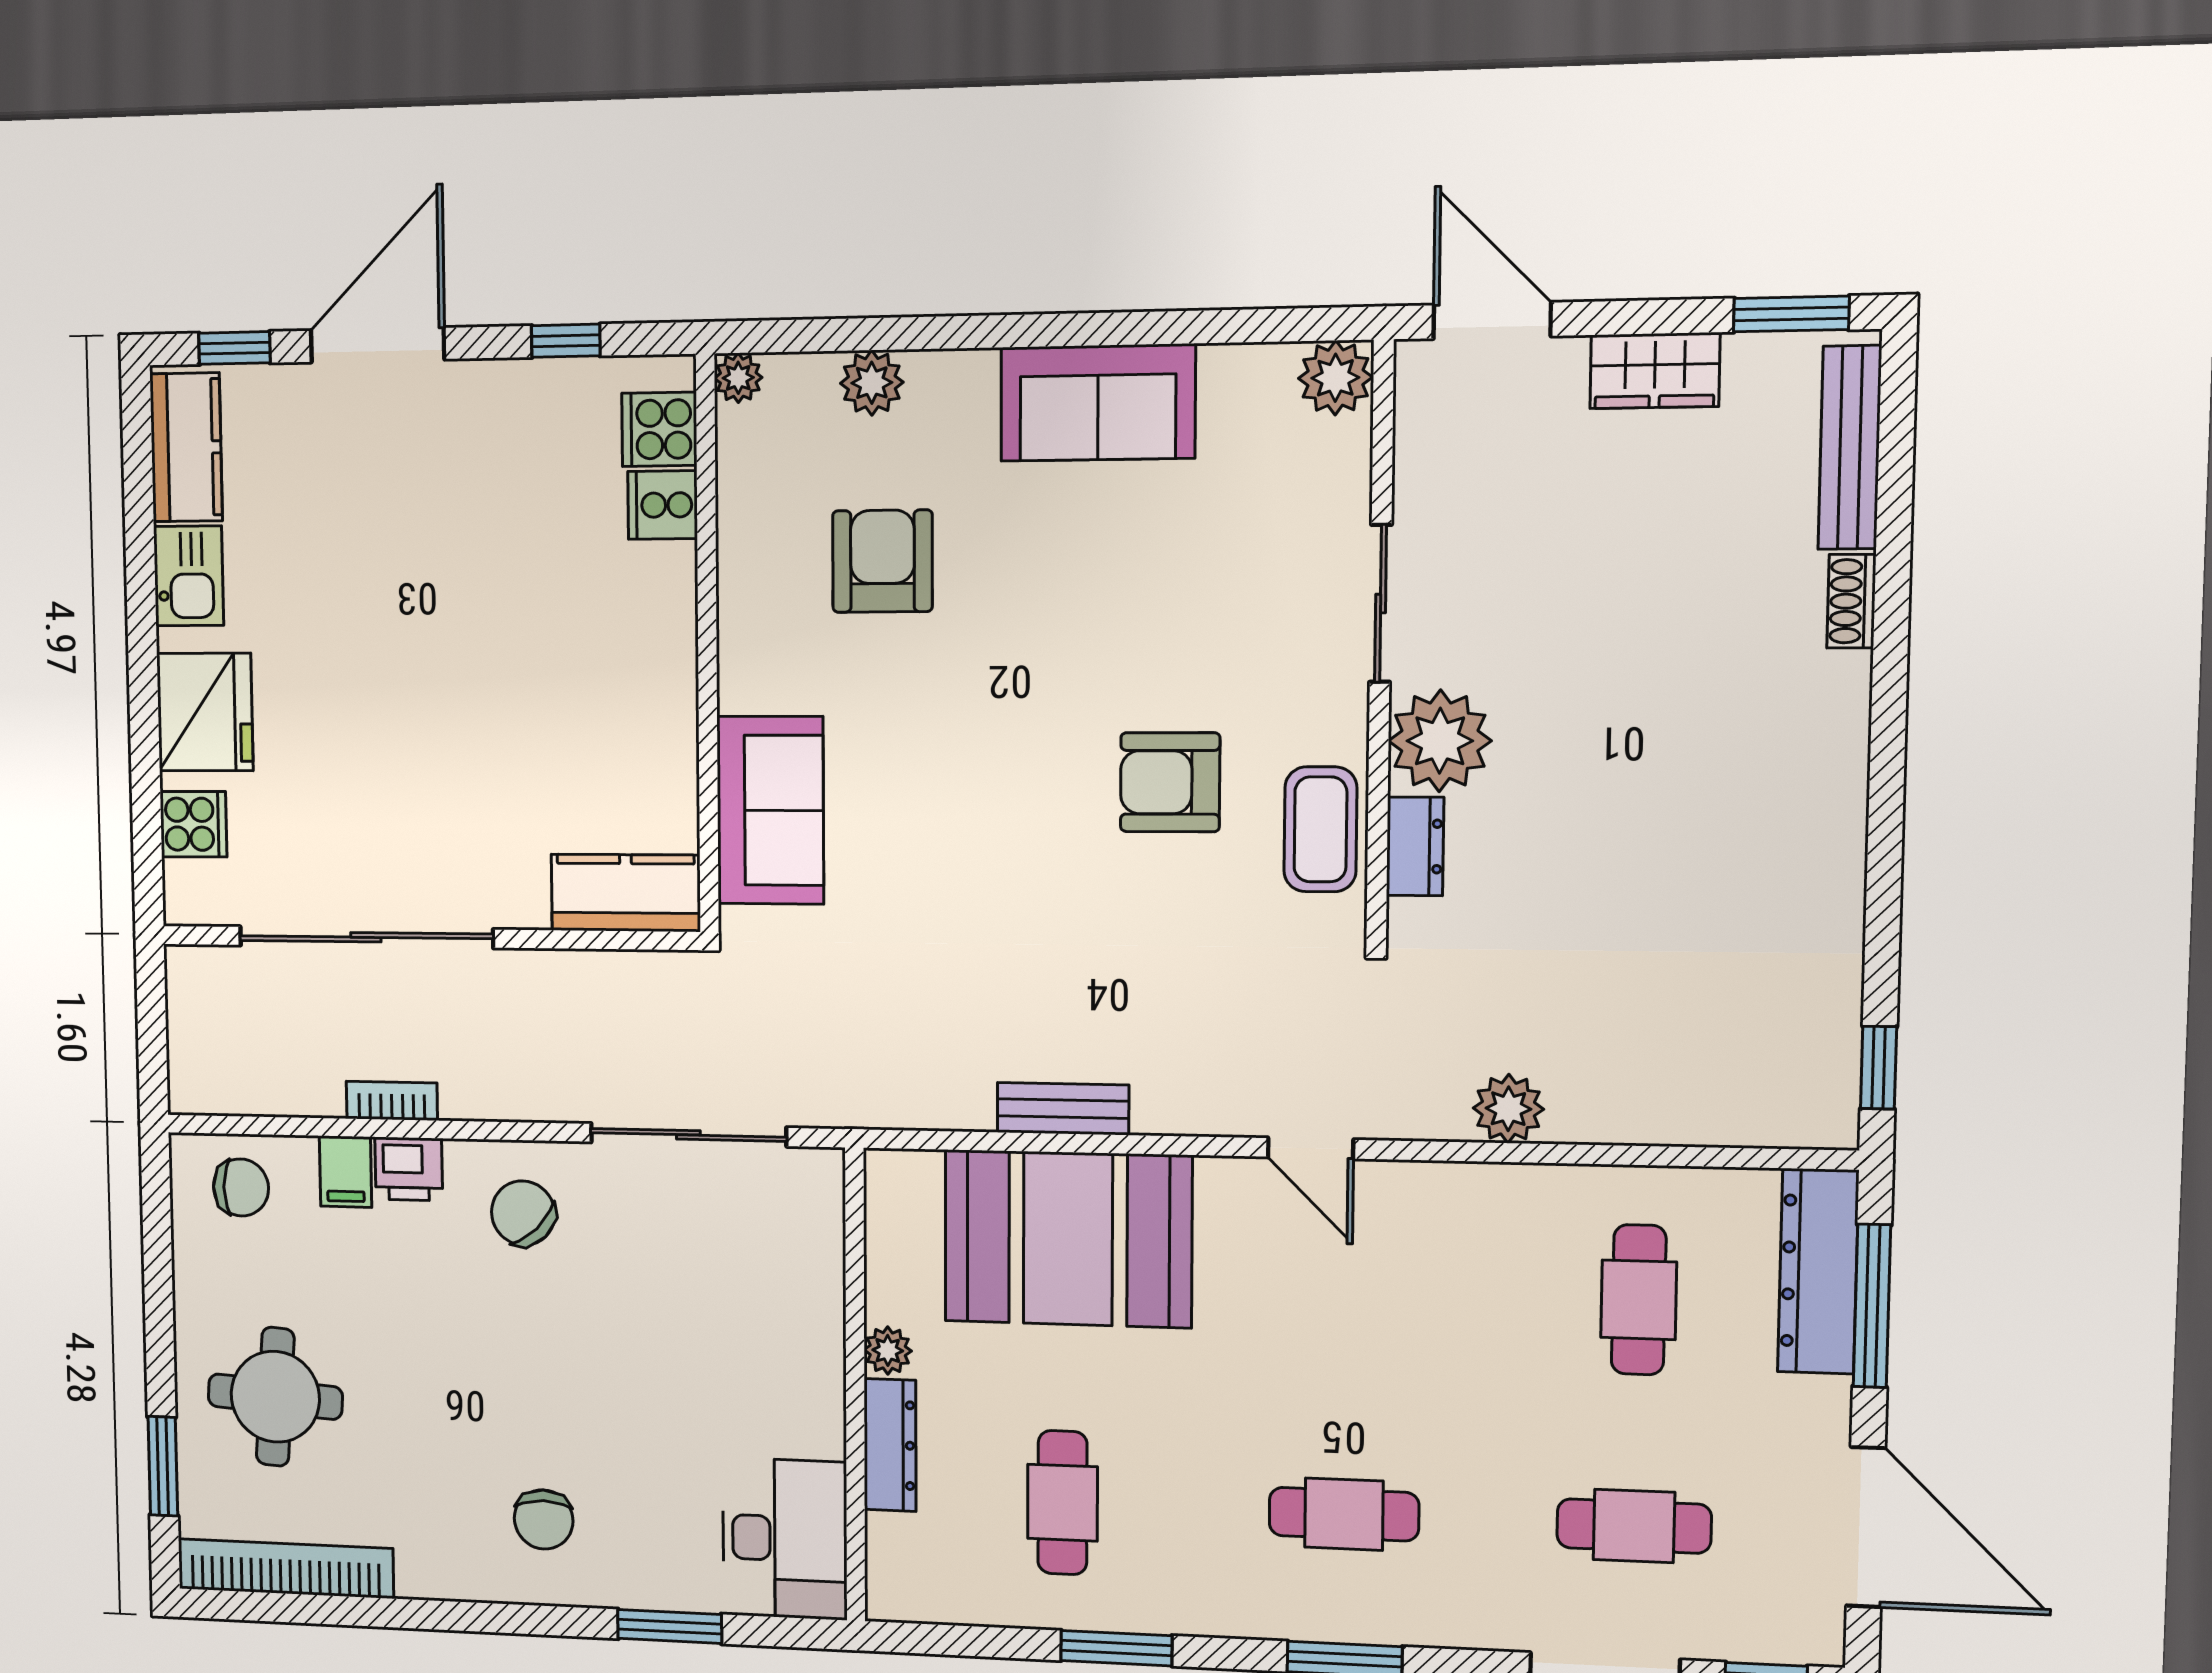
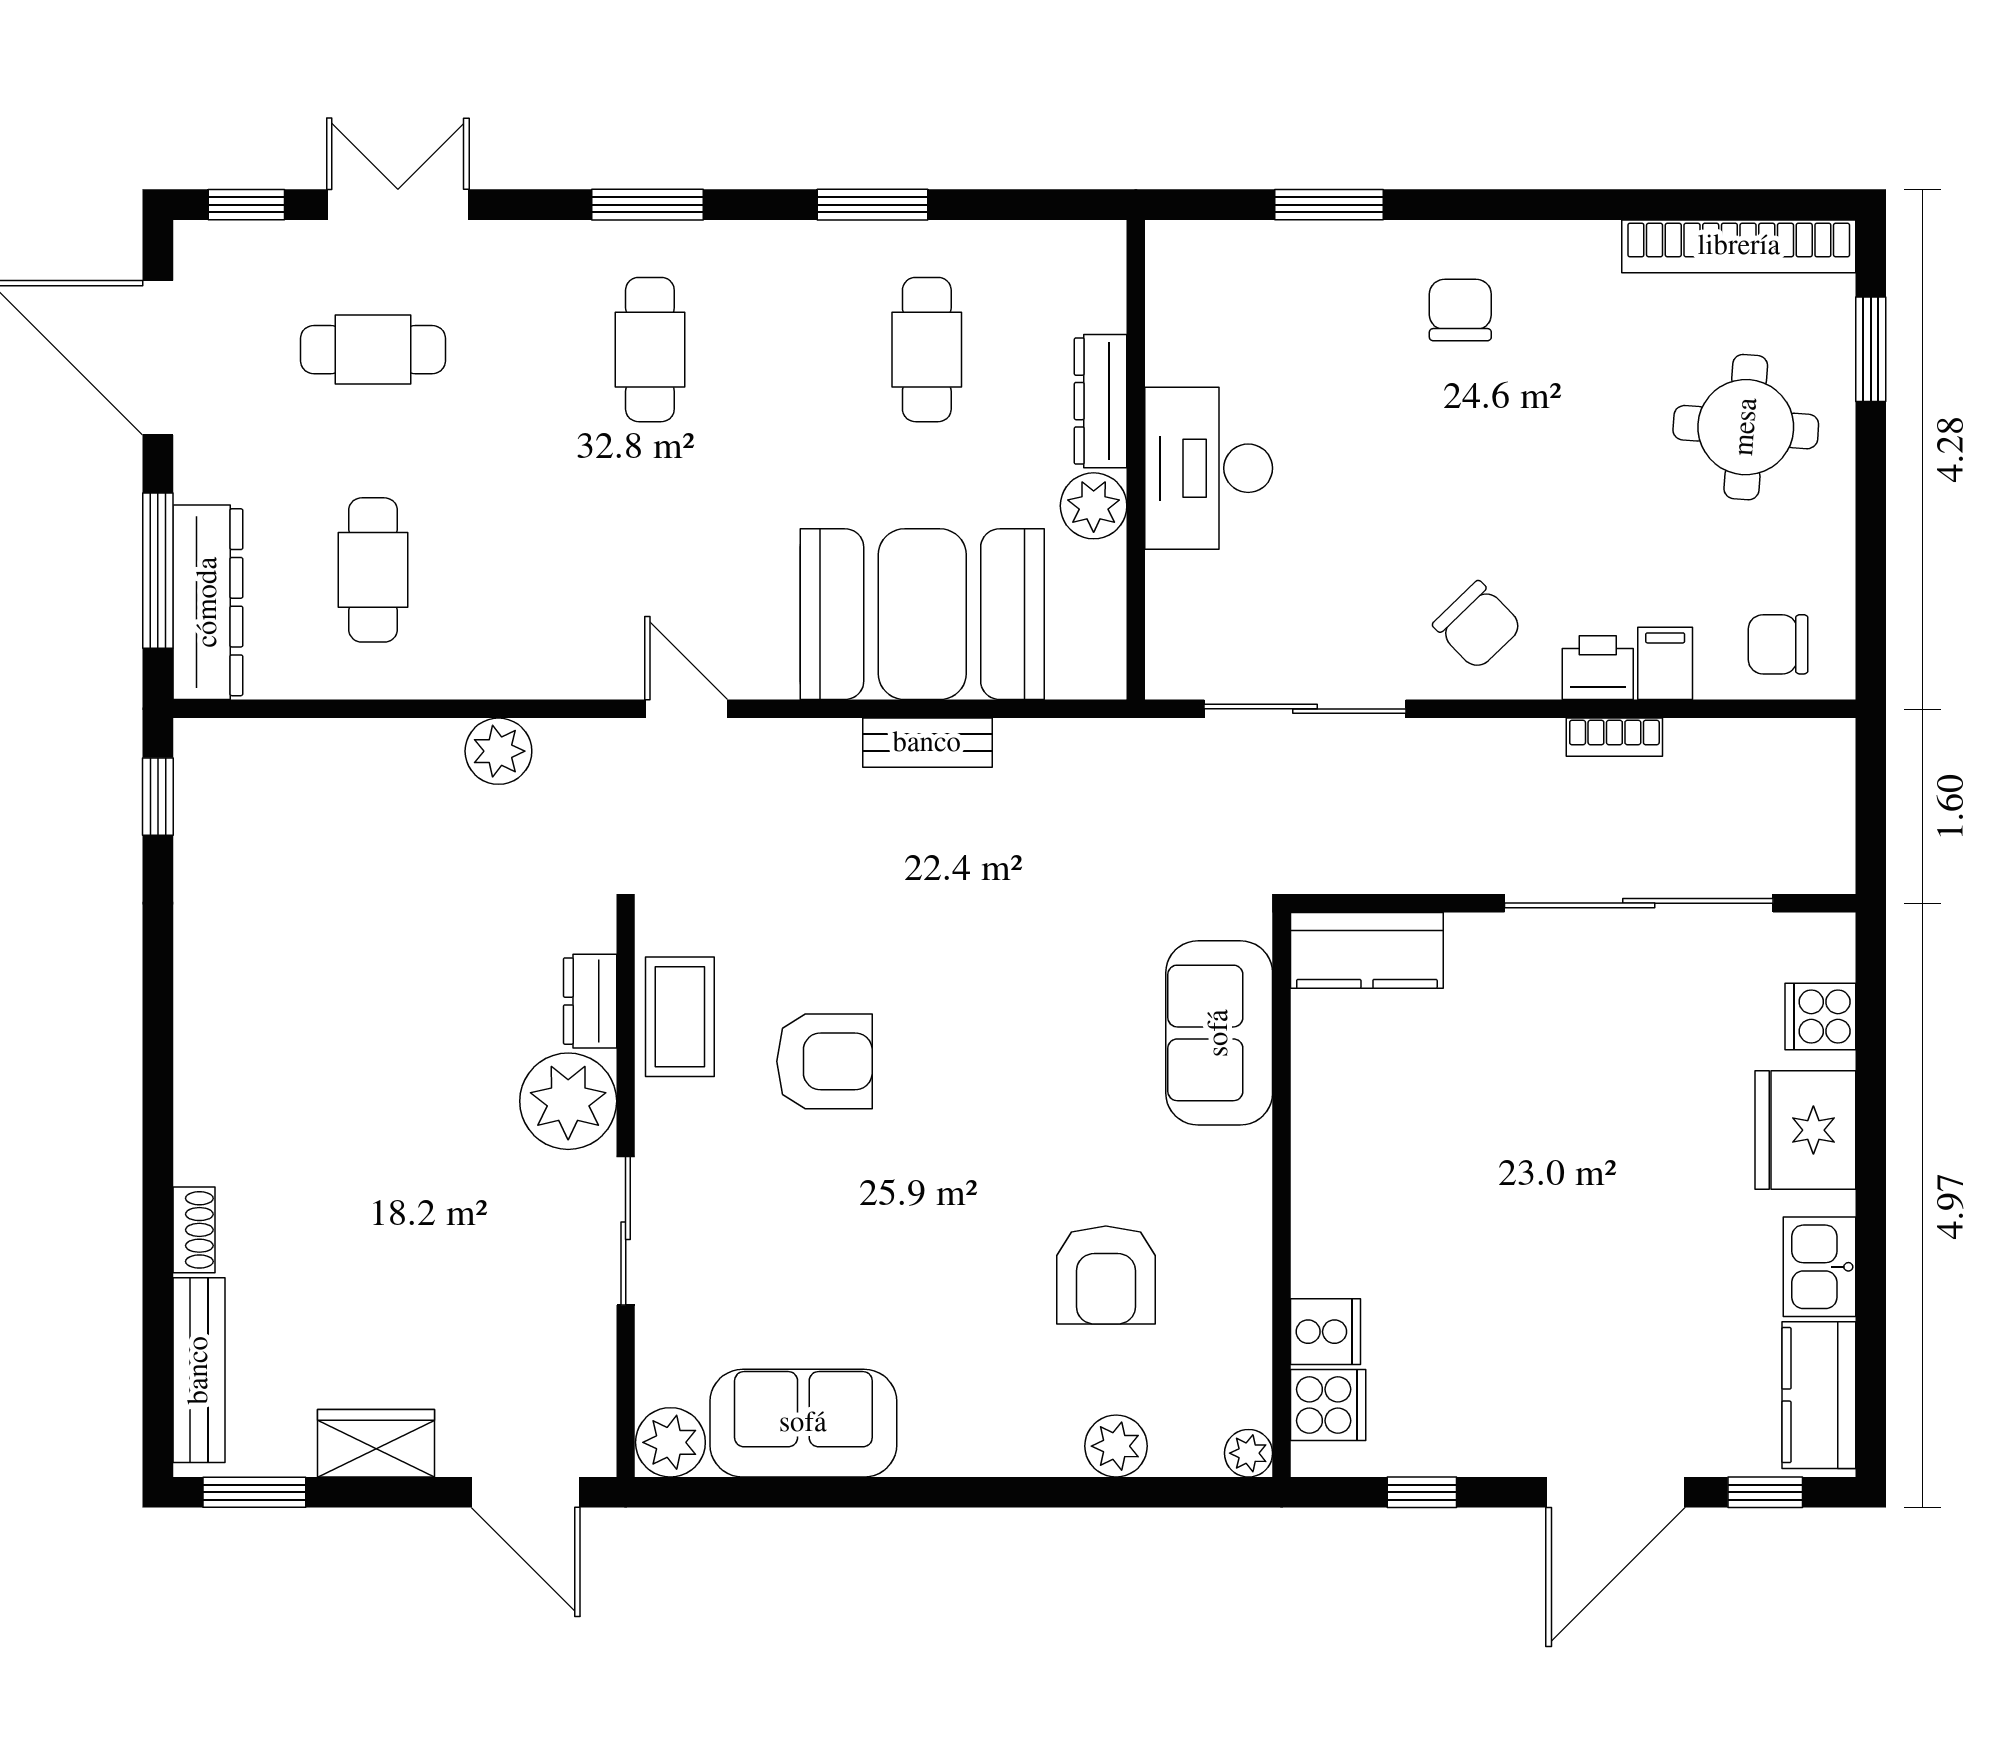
sofa: (1098, 403) -> (803, 1423), moved
plant: (888, 1350) -> (1094, 506), width x1.38, depth x1.38
cafe table: (1344, 1514) -> (650, 350), turned 90
desk: (785, 1539) -> (1209, 468), moved

